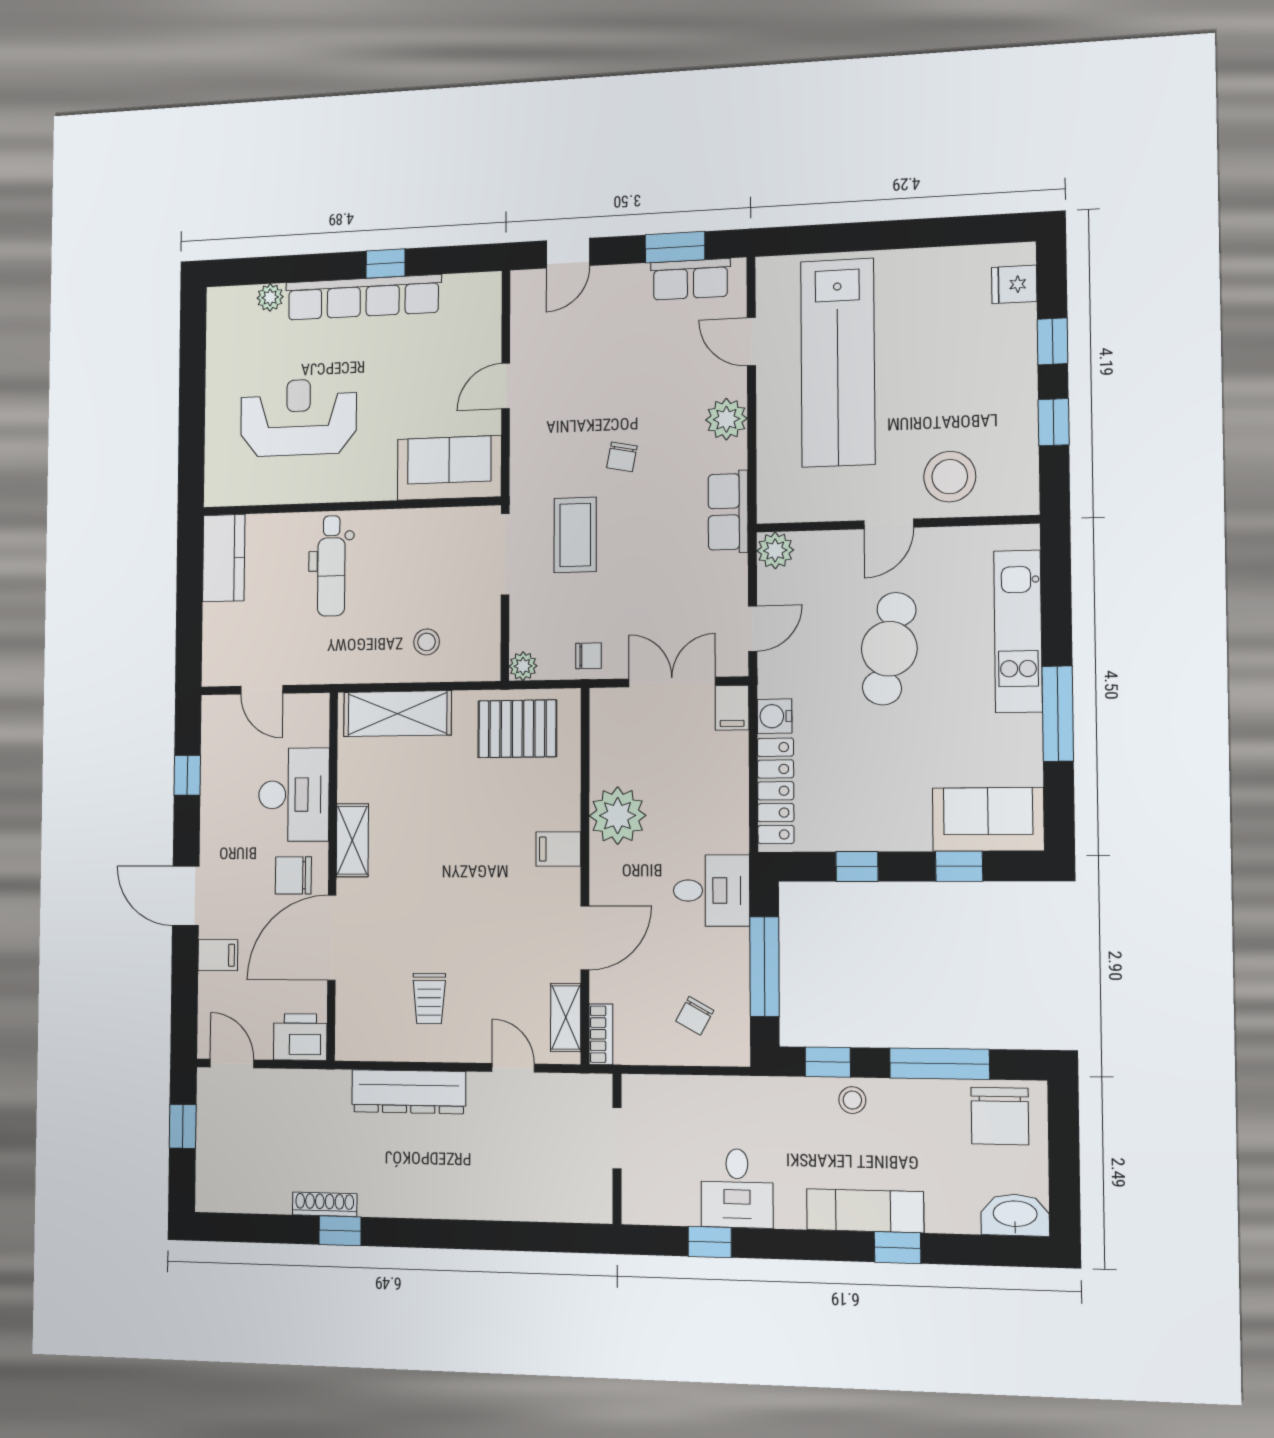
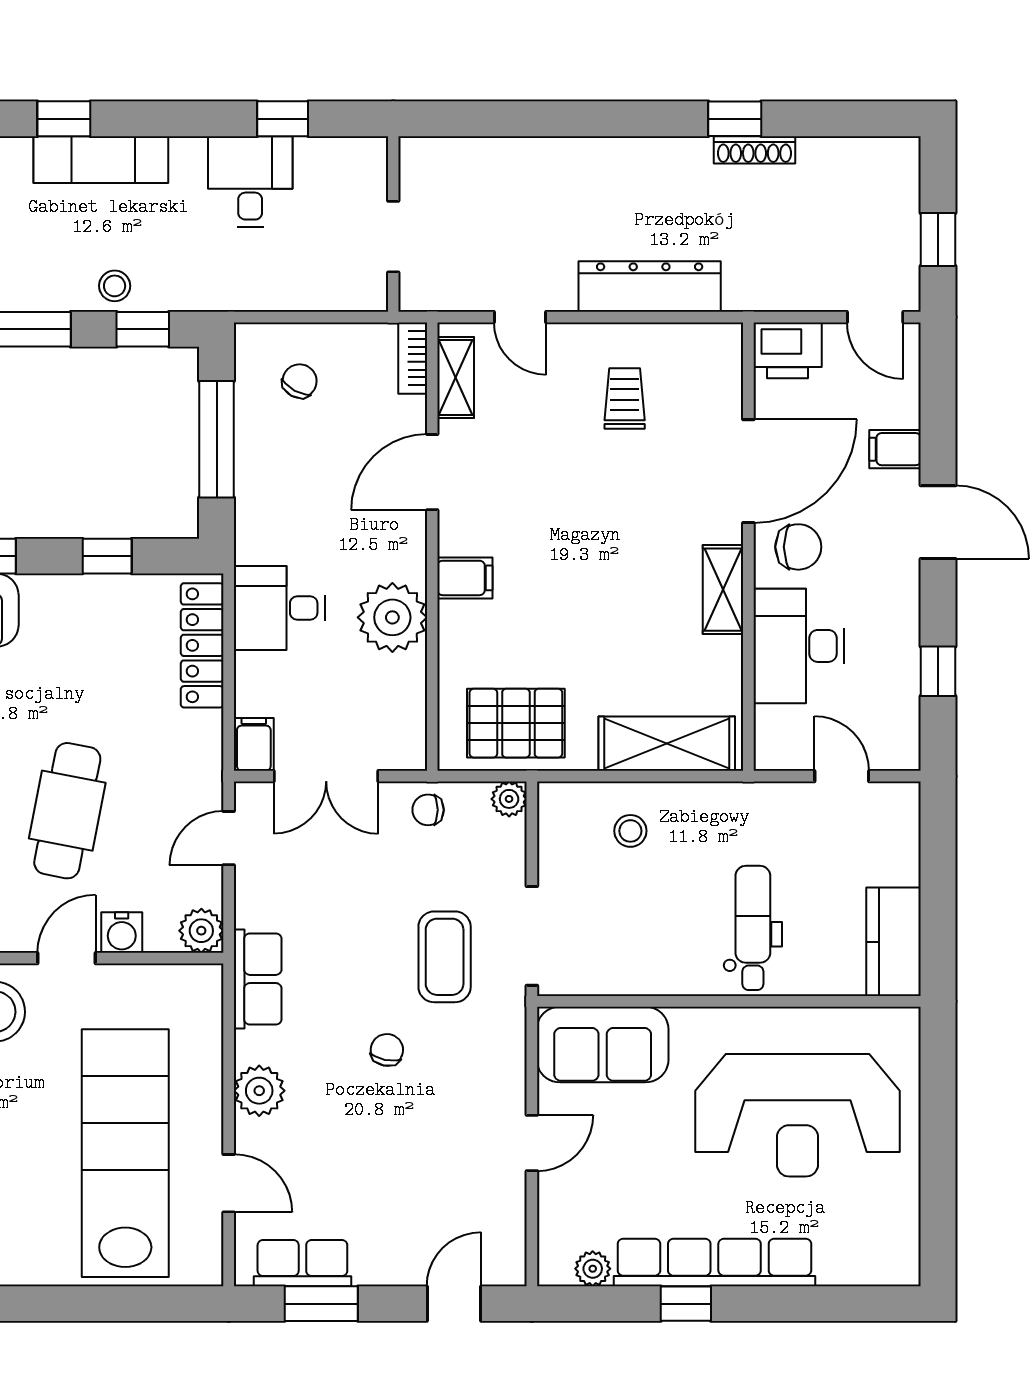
plant: (270, 297) -> (593, 1269), moved
reception desk: (298, 417) -> (797, 1115), width x1.36, depth x1.30
water cooler: (775, 716) -> (122, 932), moved, turned 90
desk: (711, 891) -> (279, 608), moved

